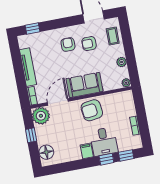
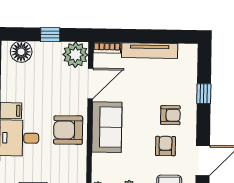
window: (32, 28) -> (204, 94), moved
door: (58, 102) -> (90, 83), hinge flipped
armchair: (92, 110) -> (68, 130), turned -83

